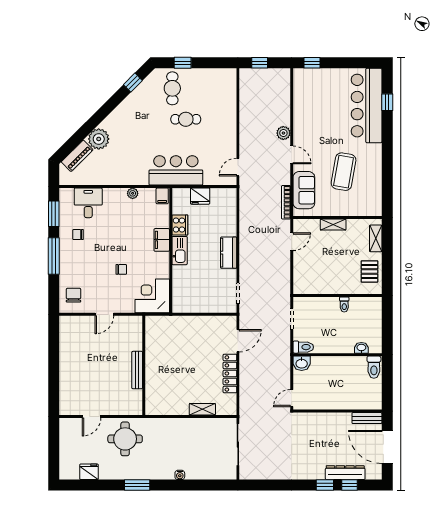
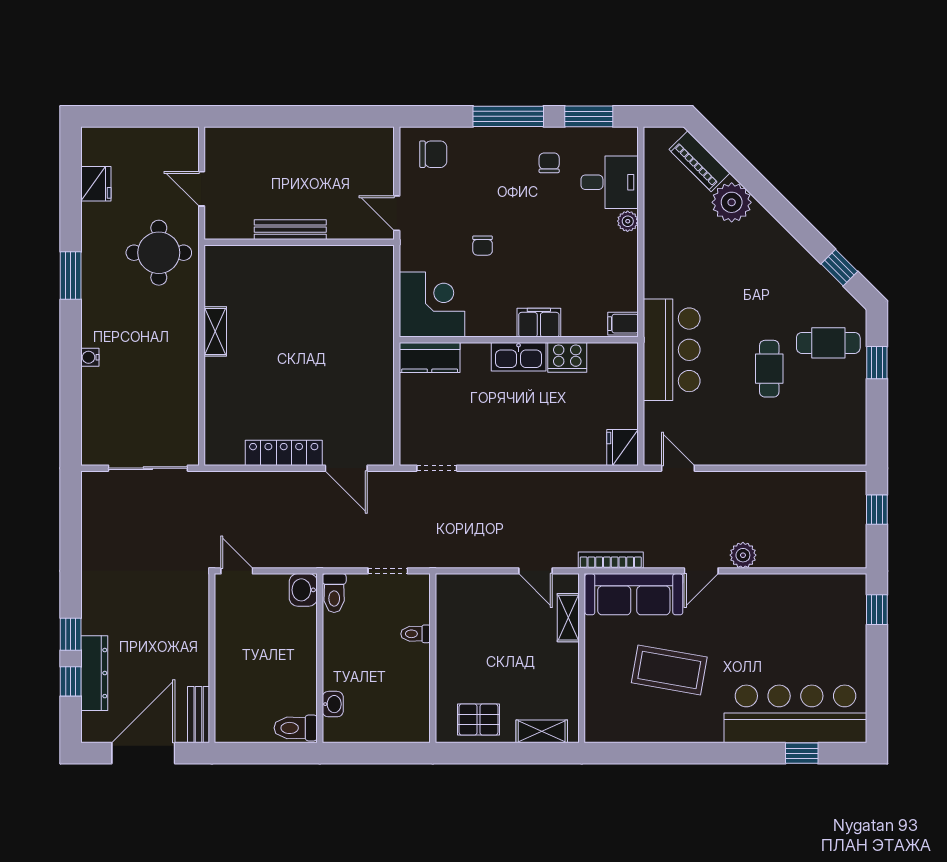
sofa: (304, 190) -> (634, 594), width x1.36
plant: (133, 193) -> (628, 221), moved
fridge: (200, 196) -> (623, 447), moved
shelving: (333, 225) -> (568, 618), moved
kitchen counter: (229, 253) -> (430, 357), moved, turned 180
toilet: (344, 304) -> (416, 634), moved
wall: (144, 365) -> (299, 242), moved
bench: (137, 370) -> (290, 230), moved
shelving: (202, 409) -> (215, 331), moved

